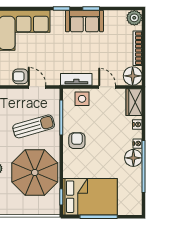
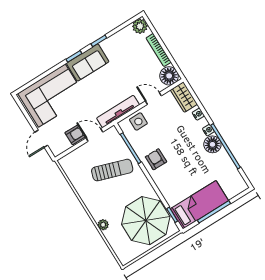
sofa: (84, 21) -> (88, 62), moved
armchair: (20, 76) -> (75, 135), turned 180
tv unit: (76, 79) -> (118, 111), width x1.41
sun lounger: (34, 126) -> (112, 170), turned 34
parasol: (35, 173) -> (146, 221), moved
bed: (90, 197) -> (199, 205), width x0.67

